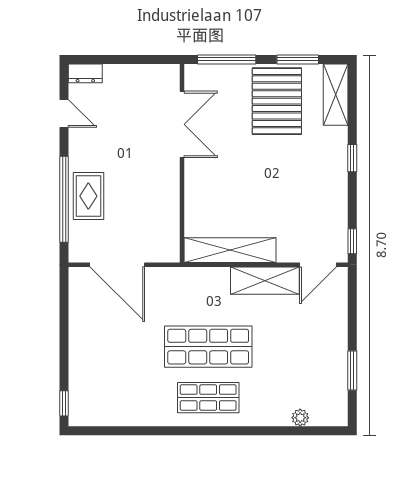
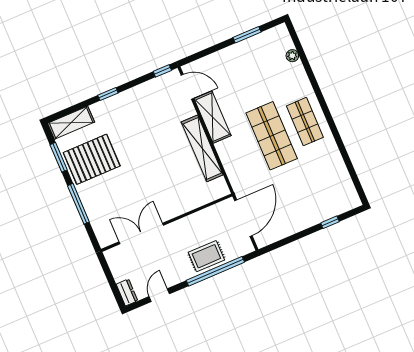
double door: (182, 124) -> (141, 234), moved
wall: (182, 163) -> (167, 223), moved
window: (64, 403) -> (330, 222), moved

